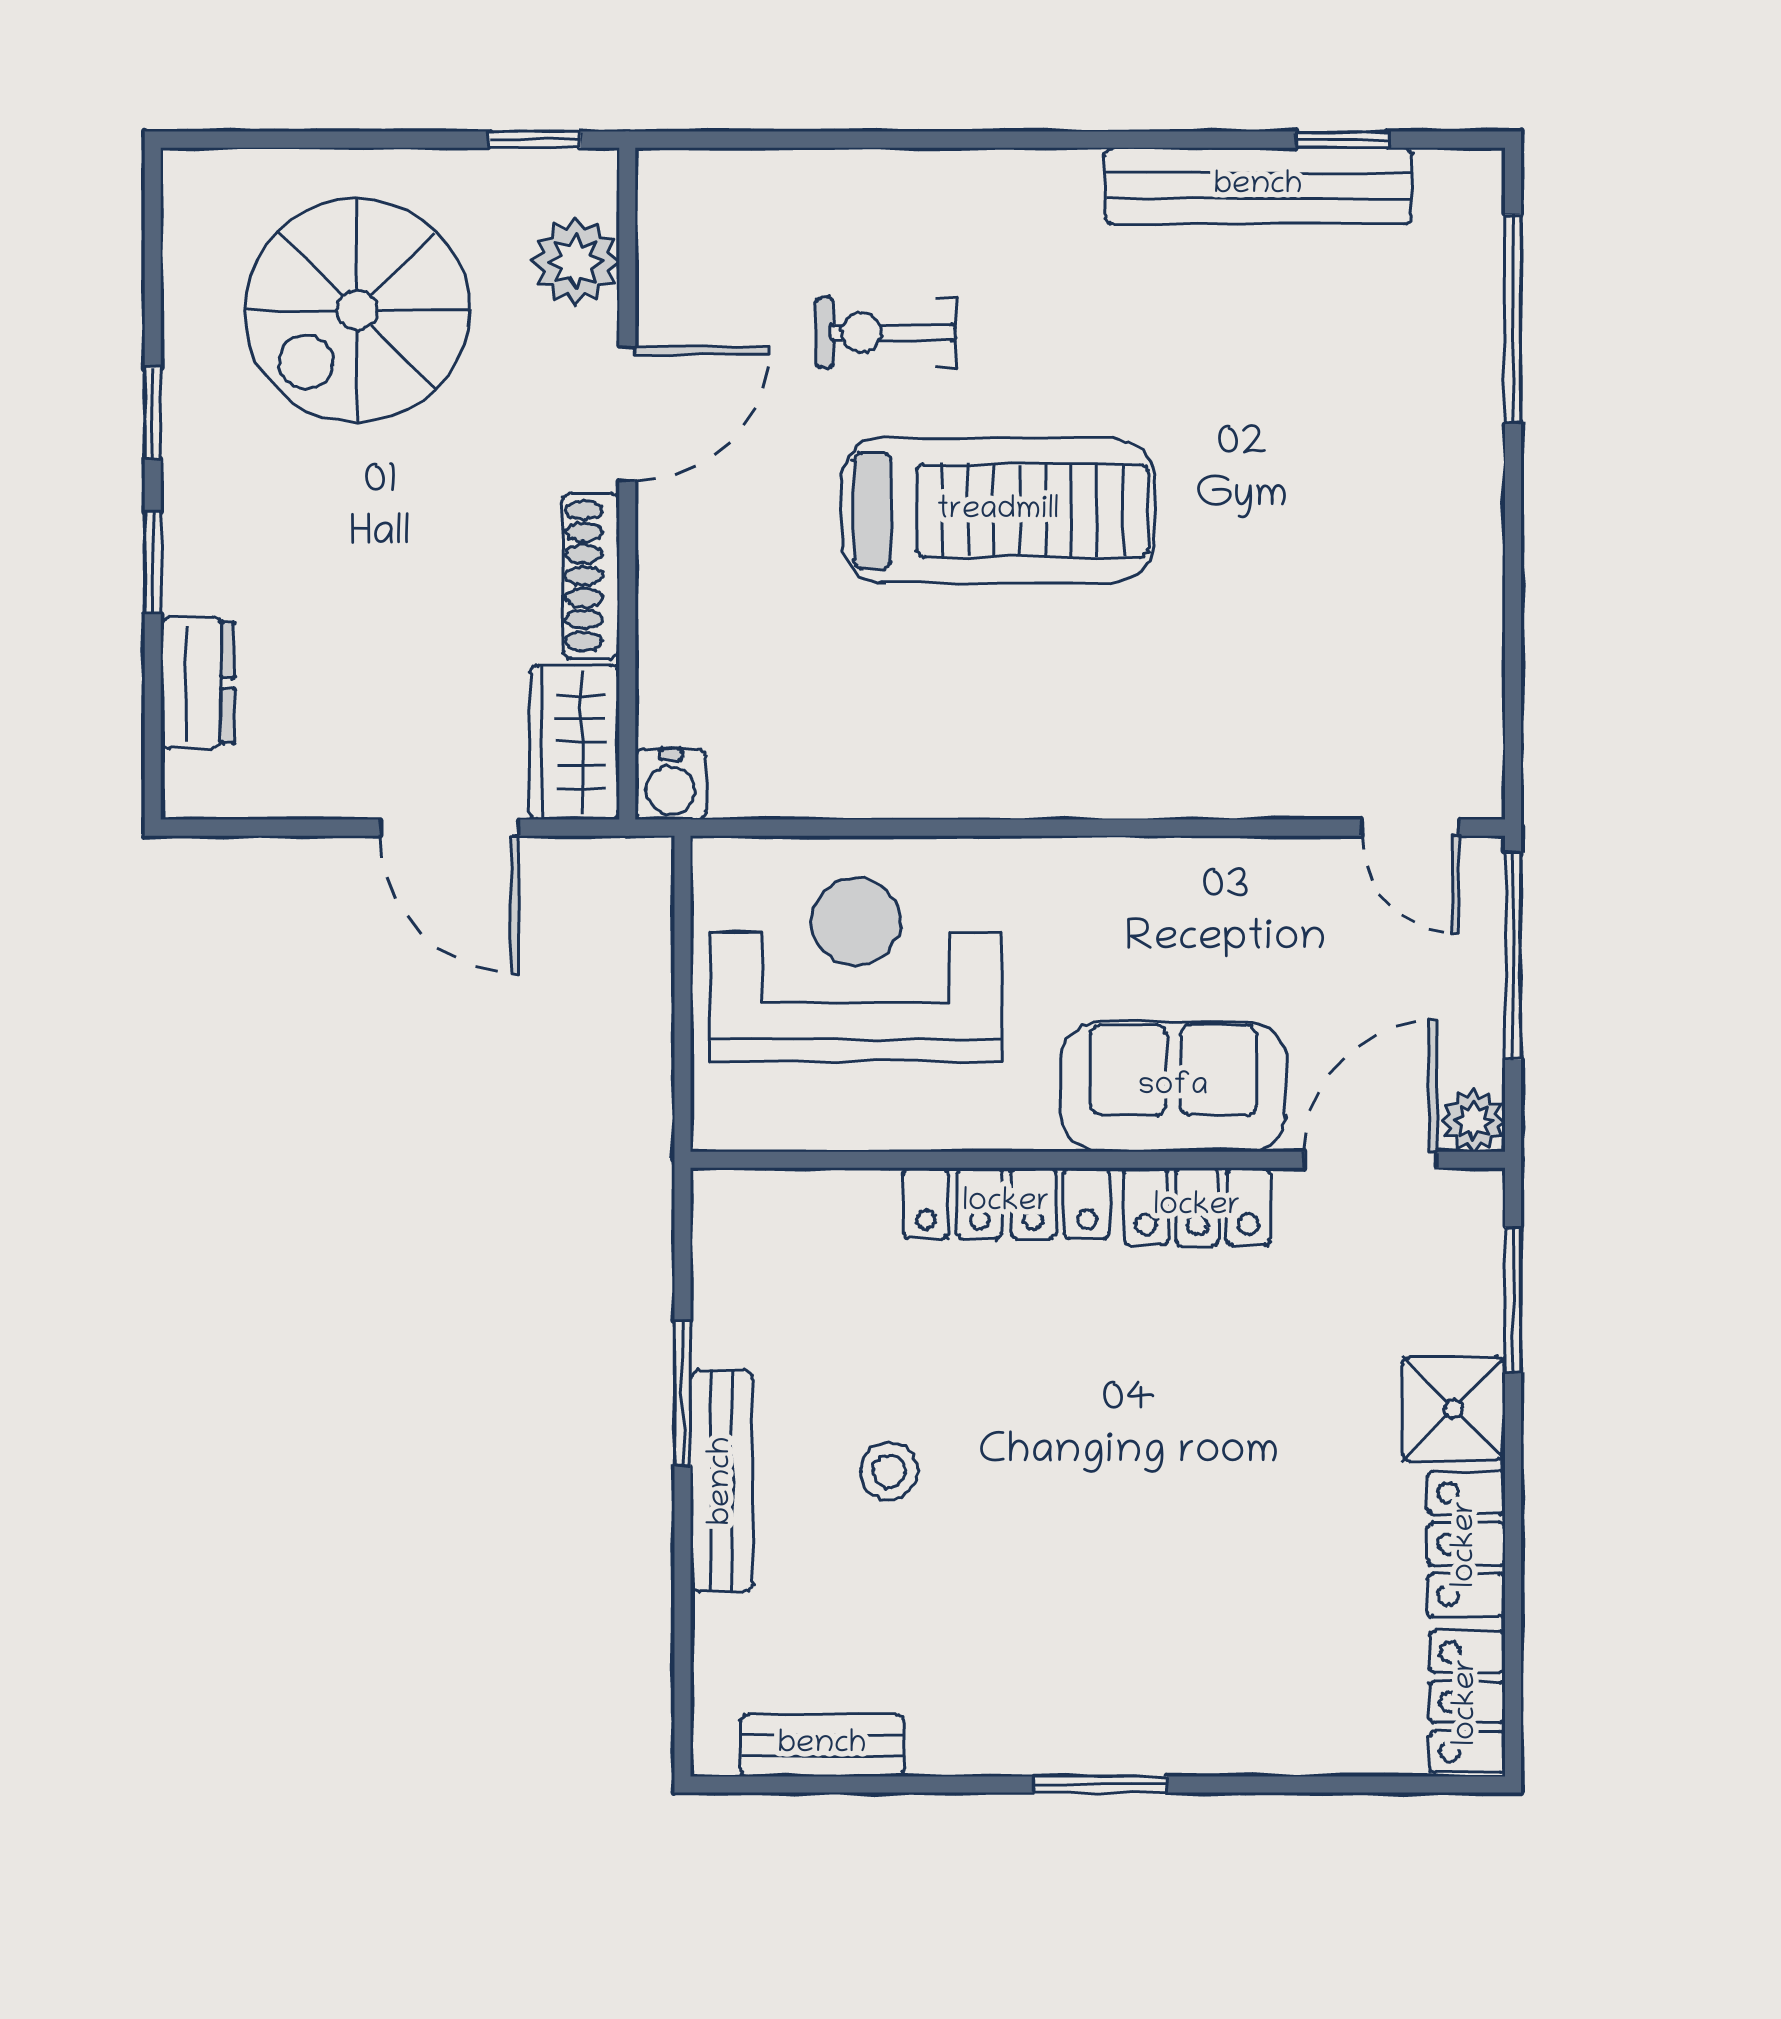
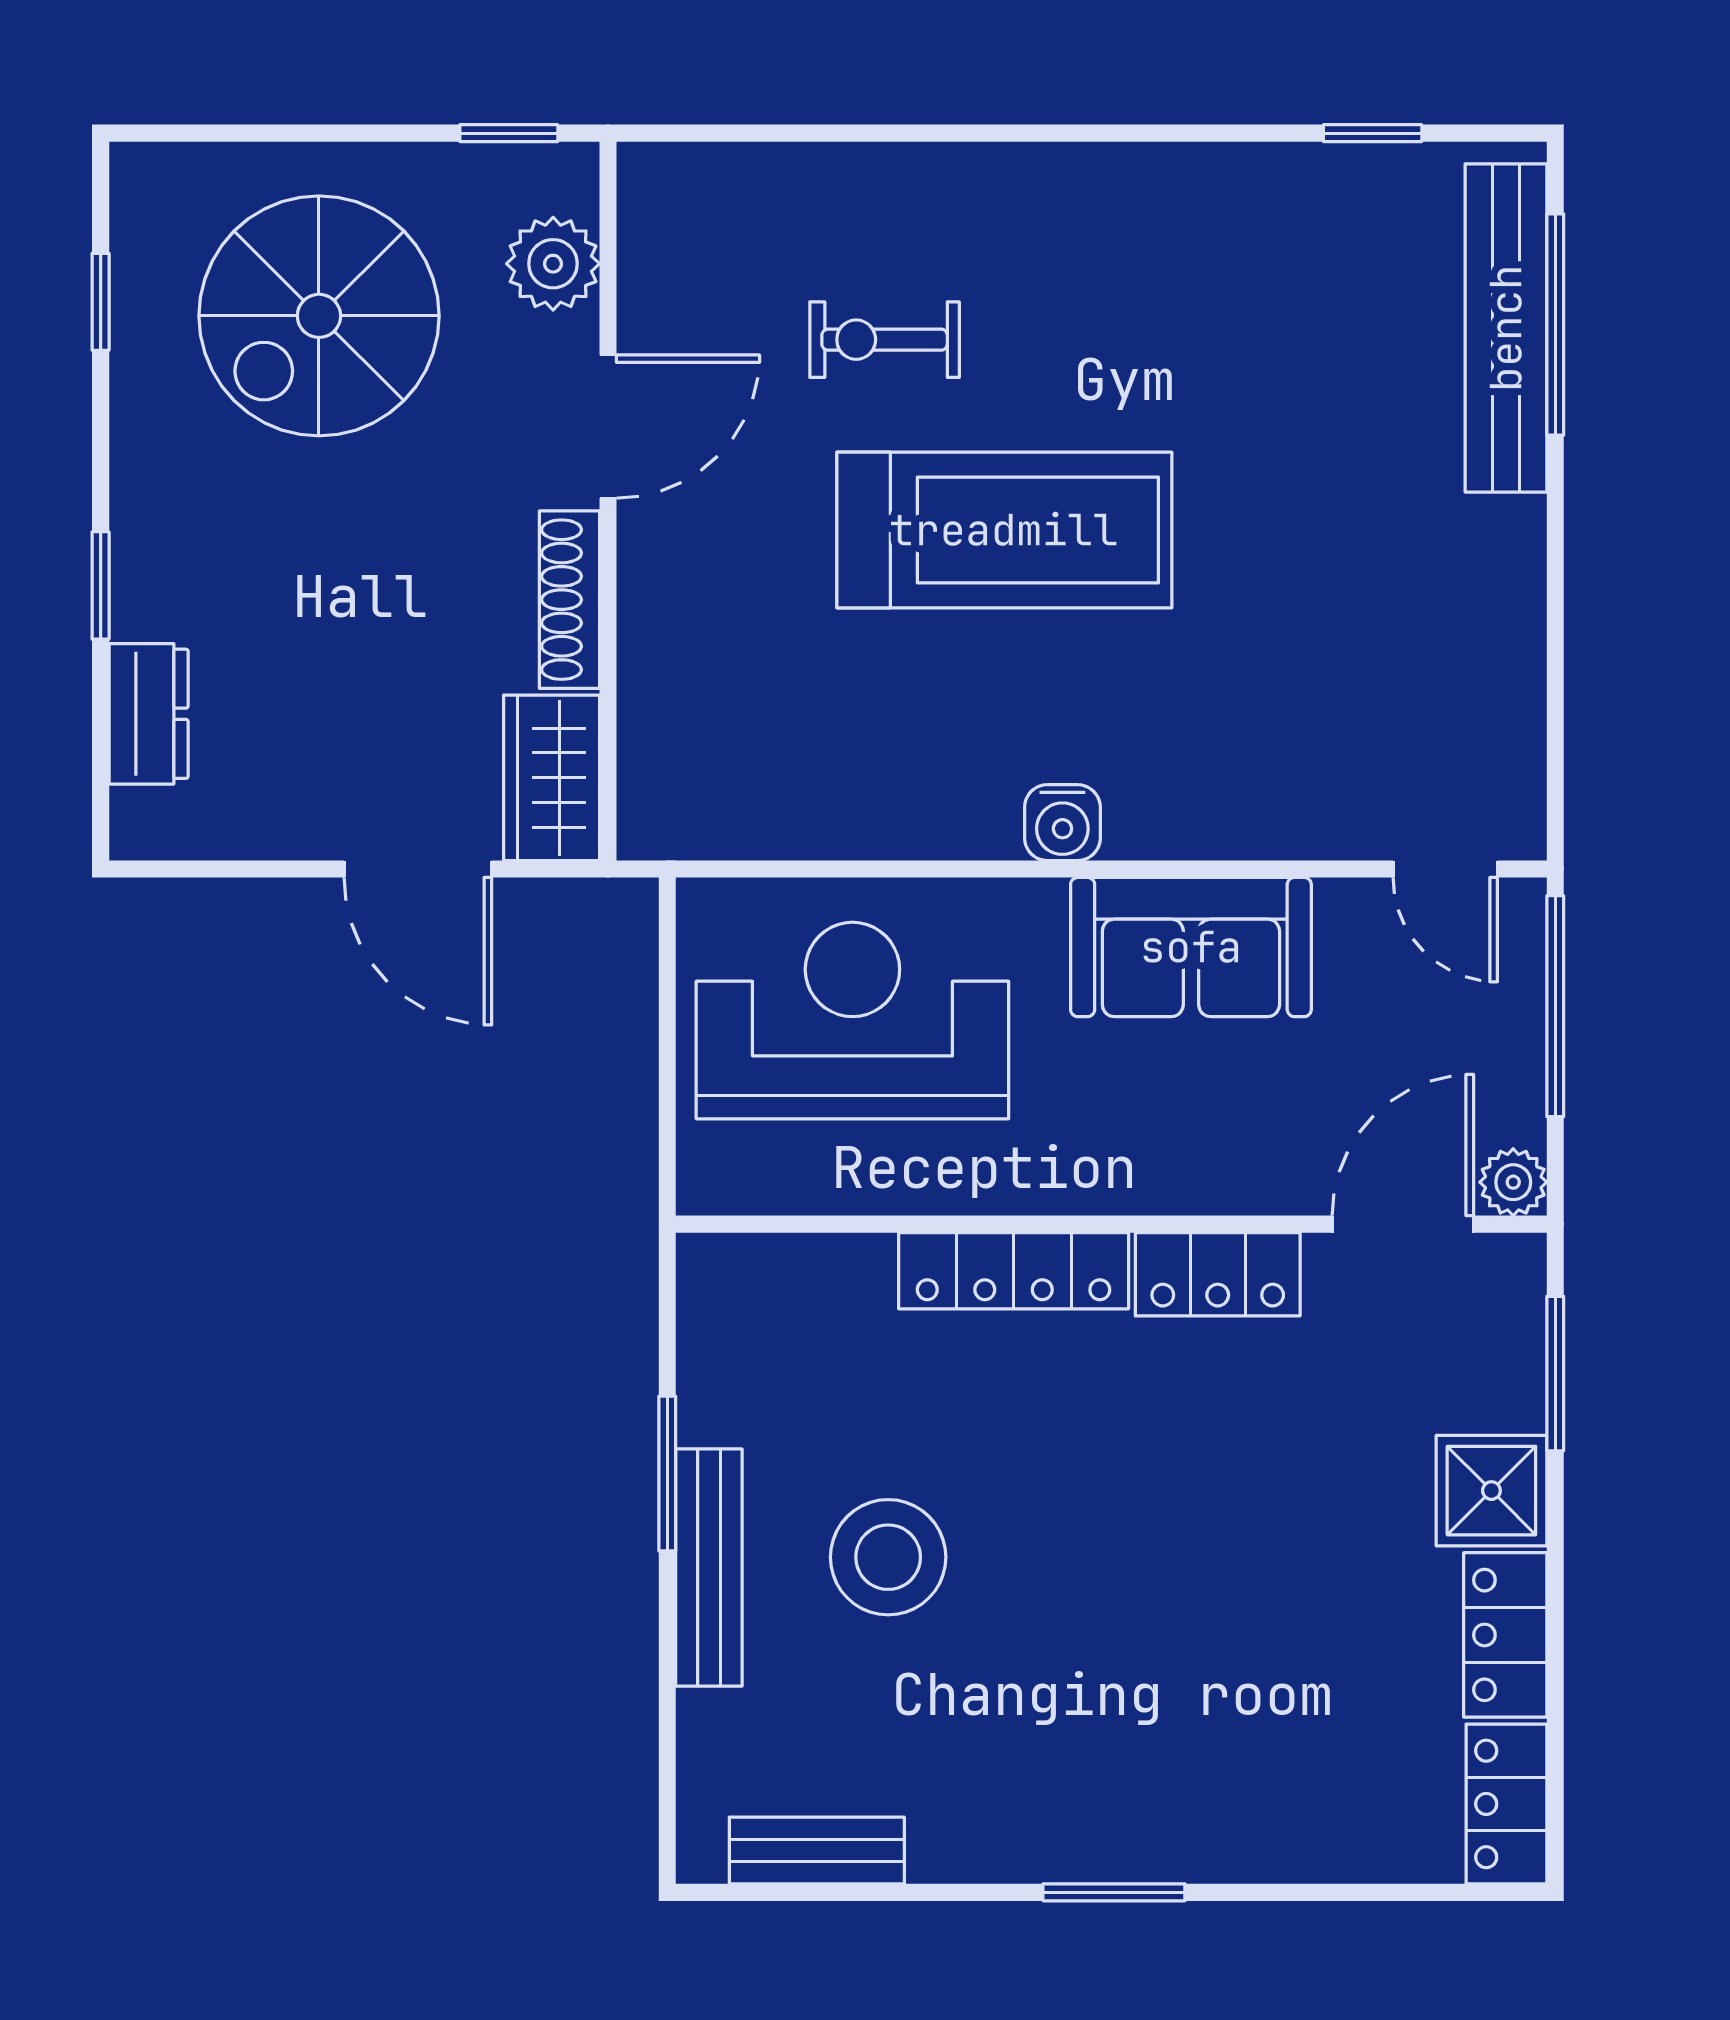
bench: (1258, 186) -> (1506, 328), moved, turned 90
window: (153, 413) -> (101, 302), moved
water cooler: (671, 784) -> (1062, 823), moved
sofa: (1173, 1087) -> (1191, 947), moved, turned 180
stool: (889, 1471) -> (888, 1557), width x1.89, depth x1.89

